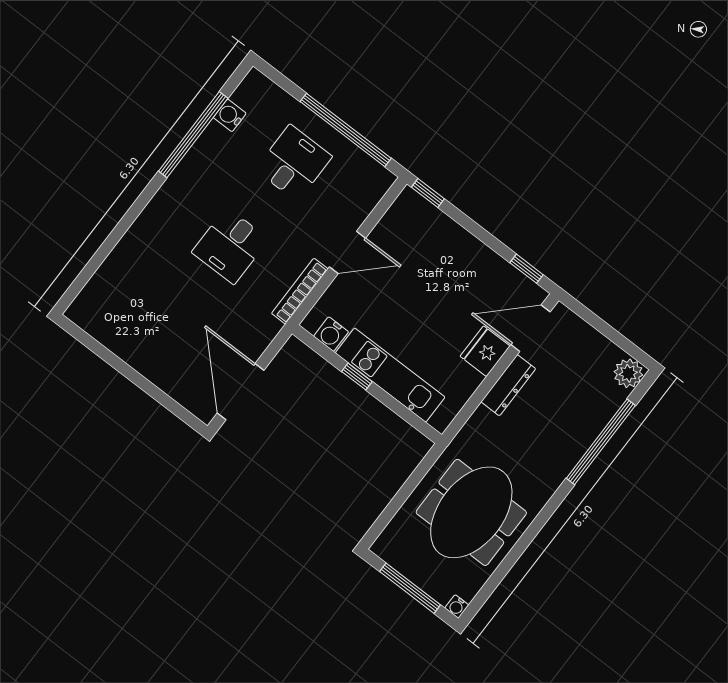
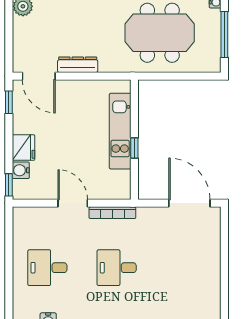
window: (346, 130) -> (9, 254), removed
desk: (230, 246) -> (117, 268), turned 180
water cooler: (331, 334) -> (21, 170), moved, turned 180
fridge: (485, 351) -> (24, 148), moved, turned -90
door: (241, 392) -> (189, 203), swing flipped

